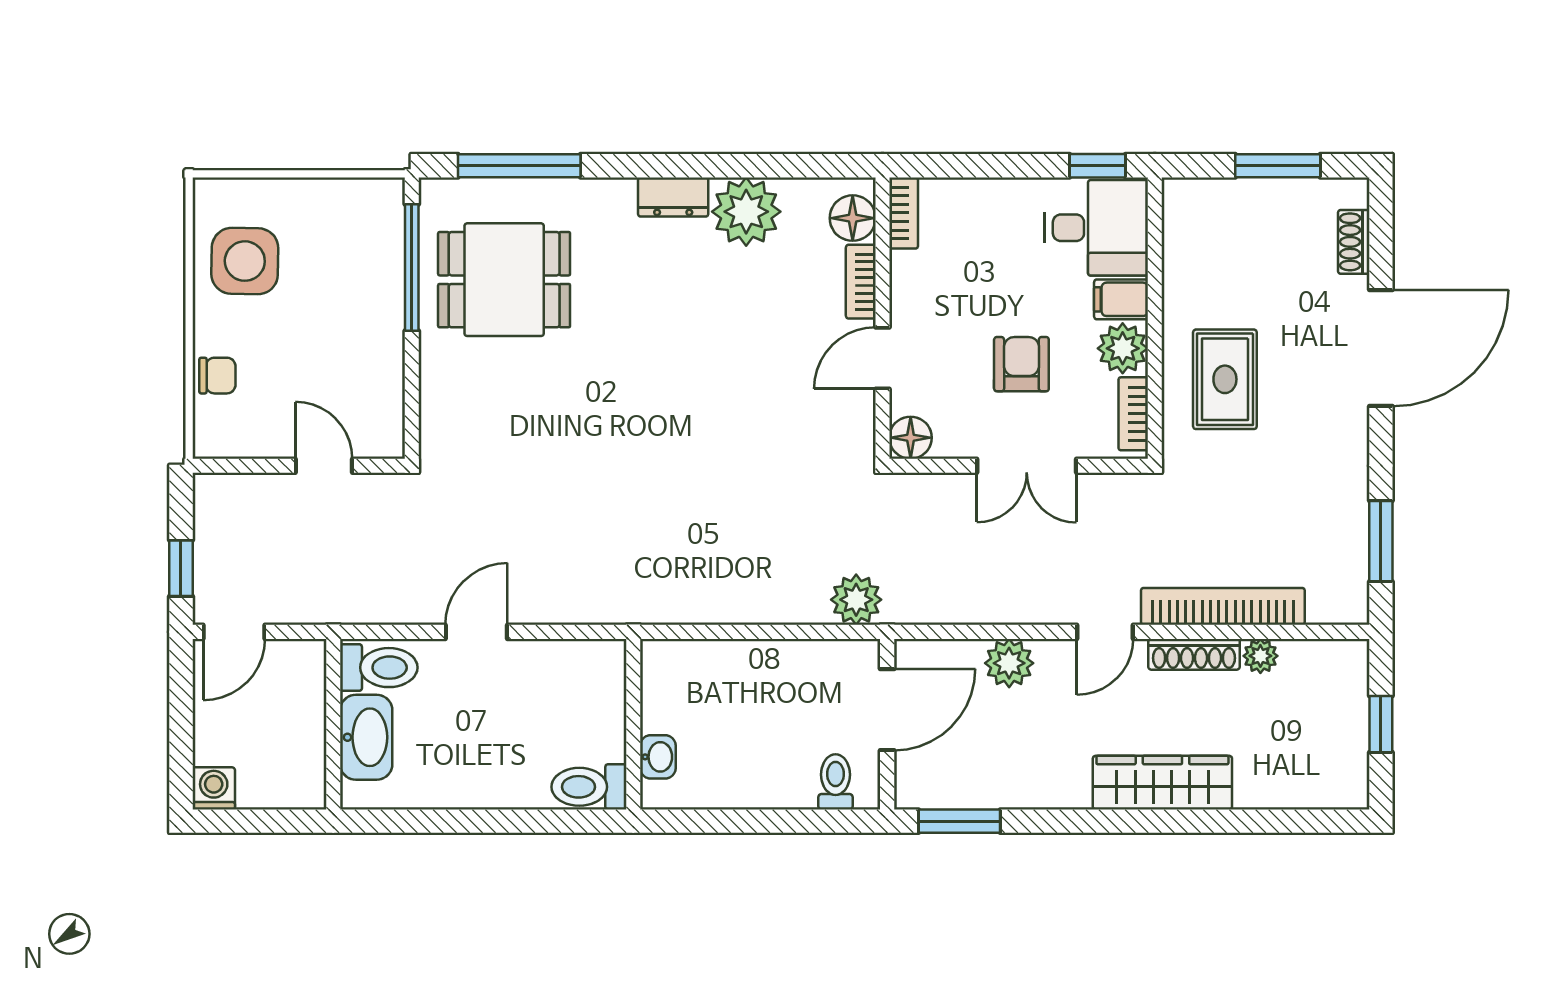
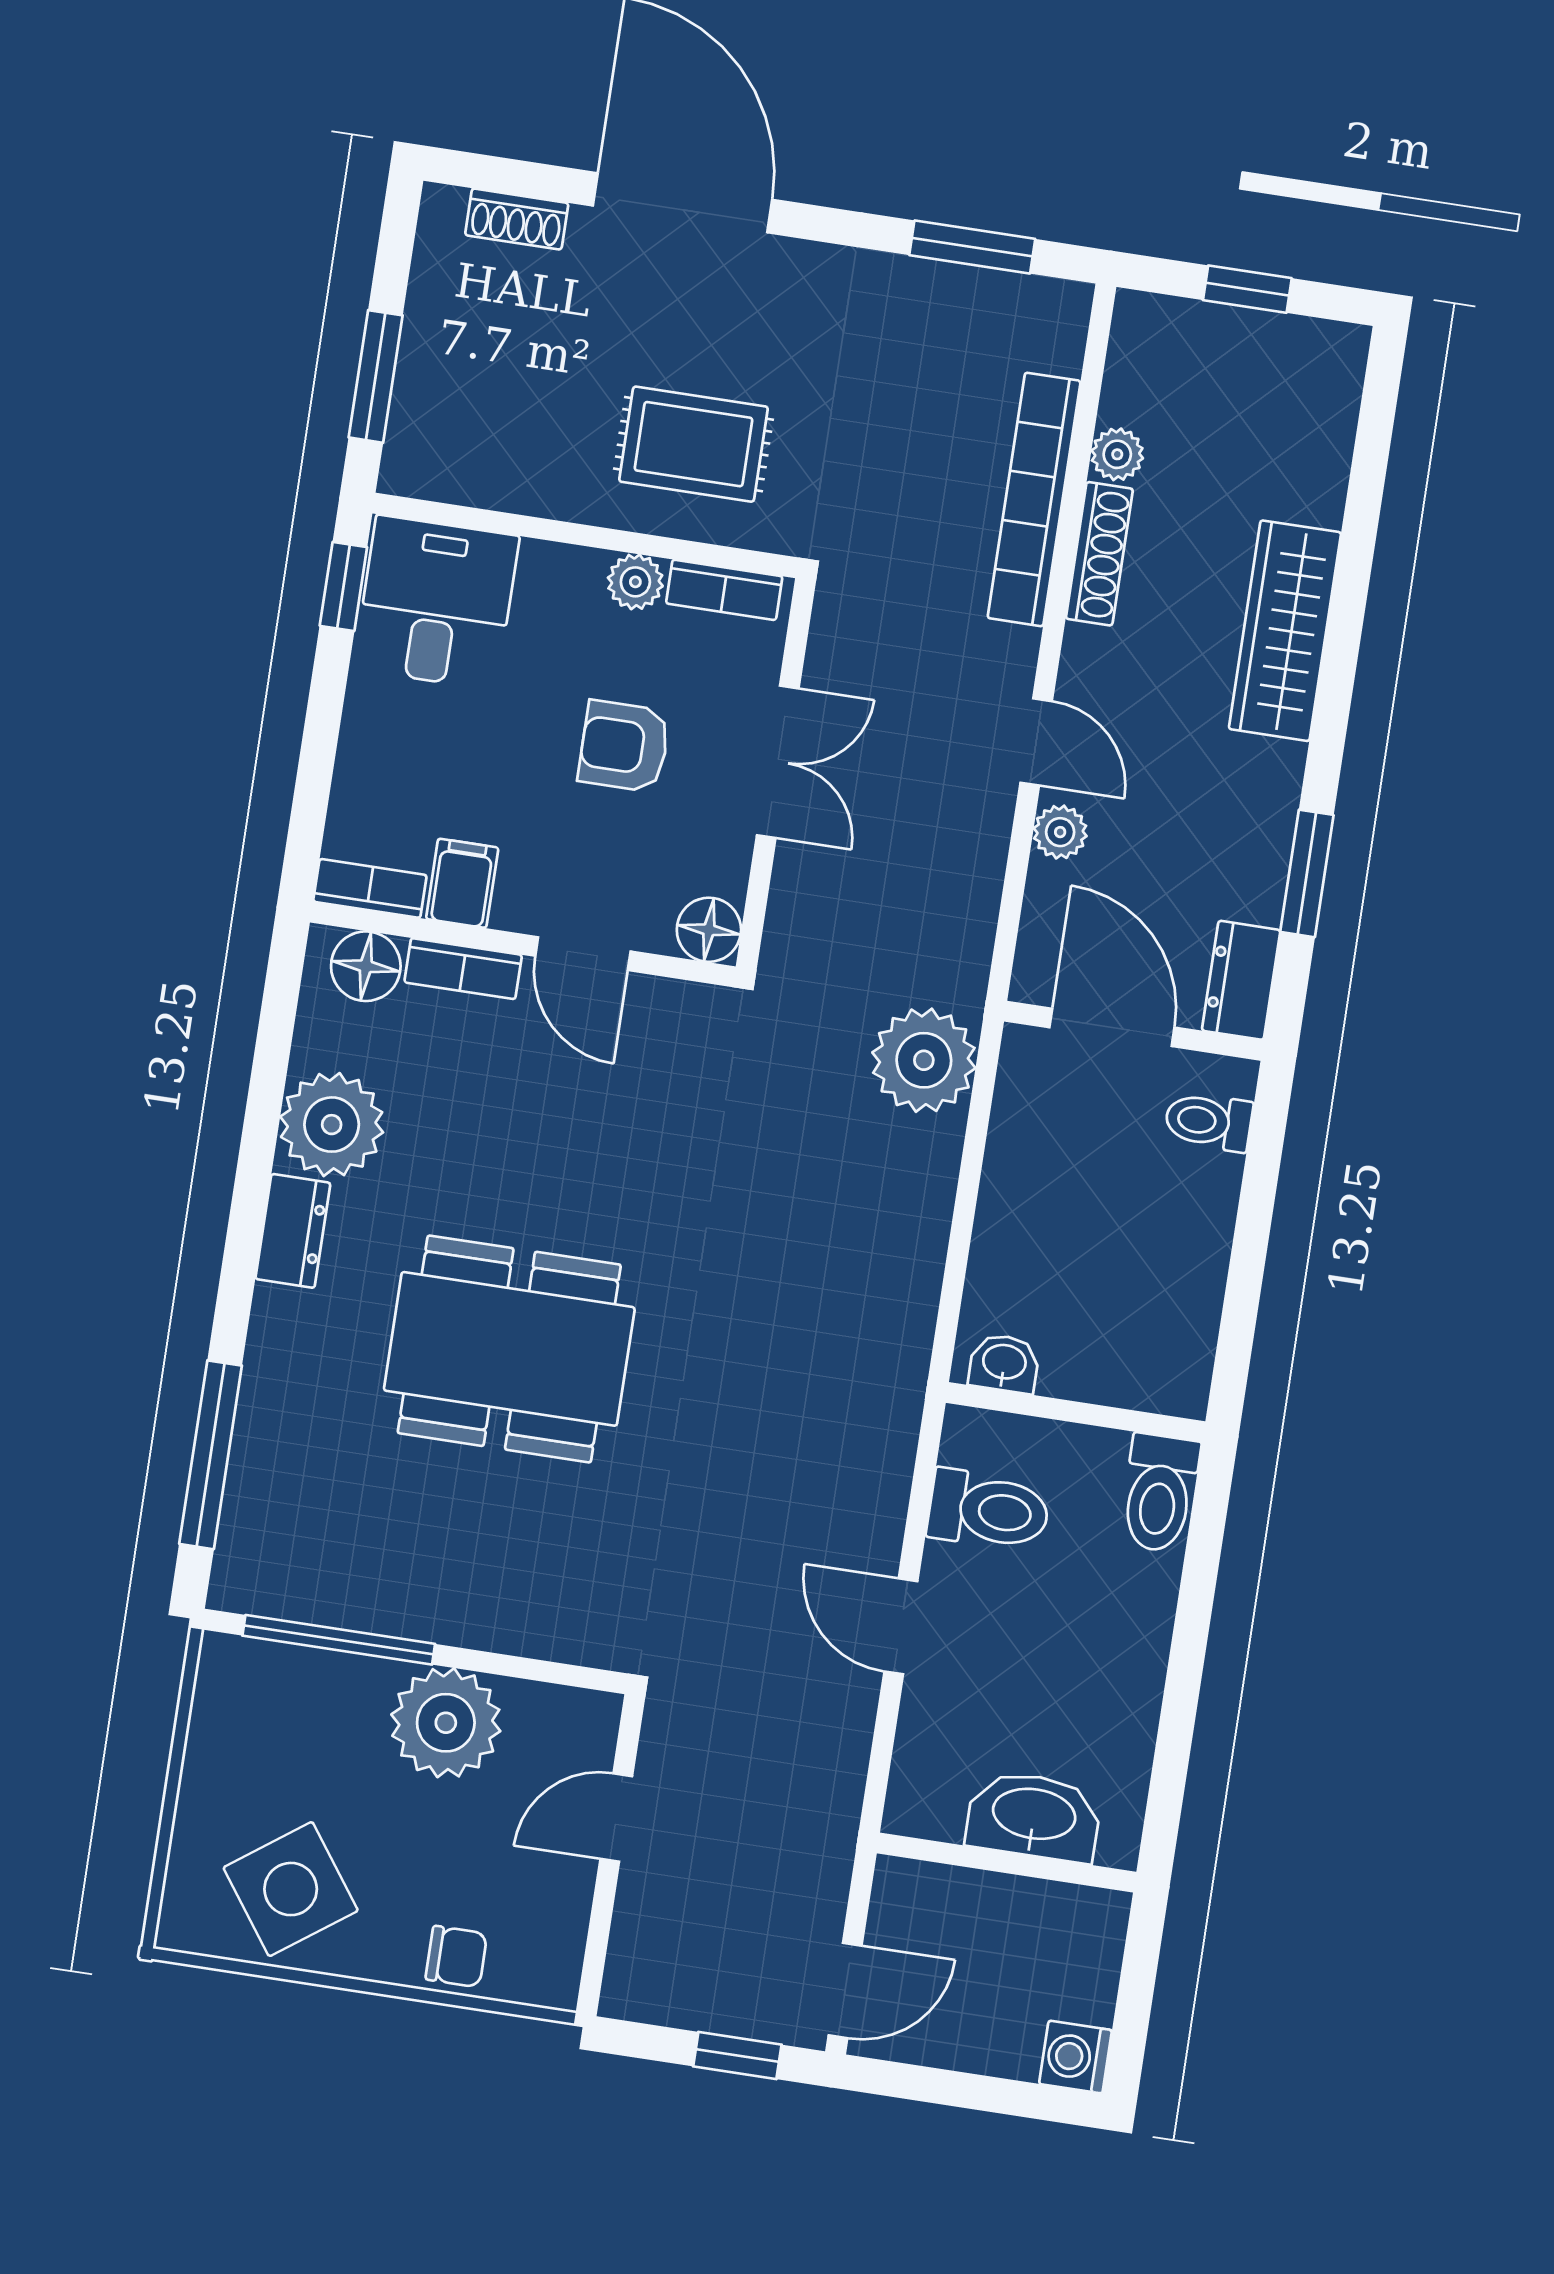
window: (1278, 166) -> (376, 376), moved
side table: (245, 261) -> (291, 1889), turned -37
dining table: (504, 280) -> (509, 1349), moved, width x1.38
filing cabinet: (1121, 299) -> (462, 883), moved, turned 180
plant: (368, 345) -> (446, 1723), added
plant: (1123, 348) -> (635, 582), width x0.73, depth x0.73
chair: (217, 376) -> (456, 1957), turned 90
plant: (856, 600) -> (924, 1060), width x1.36, depth x1.36
door: (234, 632) -> (845, 1990), hinge flipped
door: (1105, 632) -> (1036, 742), moved
plant: (1009, 663) -> (1060, 832), width x0.73, depth x0.73
toilet: (379, 668) -> (989, 1510), moved, turned 90
washbasin: (658, 757) -> (1004, 1363), moved
dresser: (931, 789) -> (1241, 980), added
window: (959, 821) -> (1307, 873), moved

